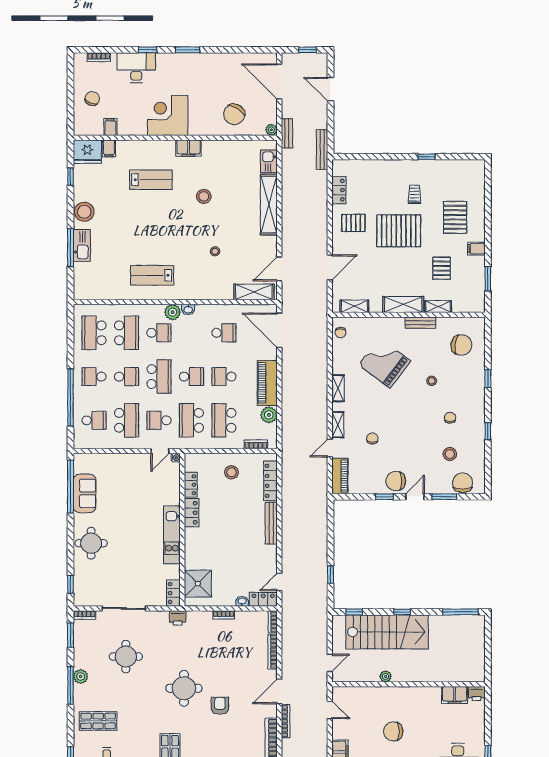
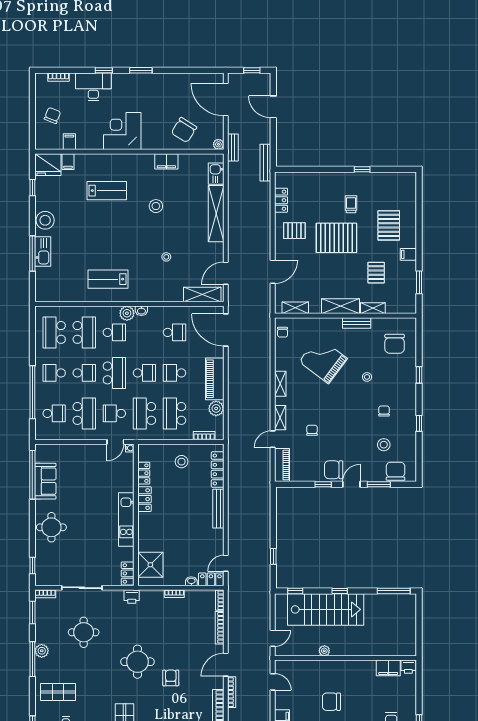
filing cabinet: (188, 148) -> (166, 161), moved
chair: (461, 345) -> (395, 344), turned 83

